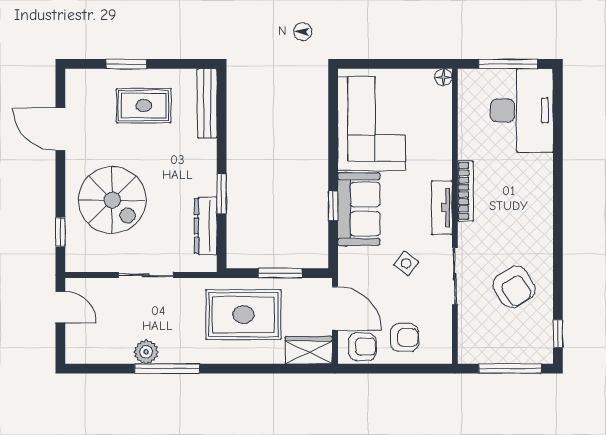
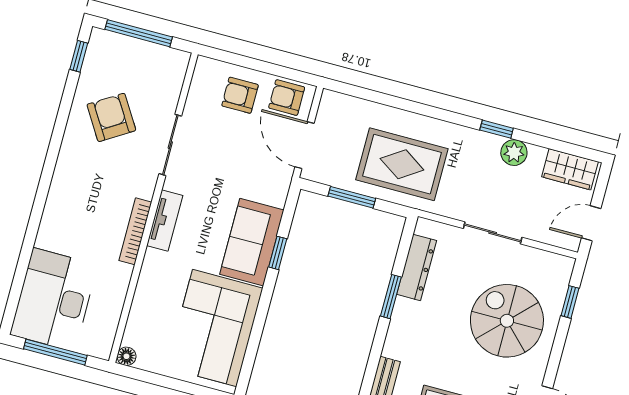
side table: (406, 263) -> (217, 172), removed
door: (60, 307) -> (591, 223), hinge flipped
wardrobe: (309, 350) -> (570, 169), moved
window: (167, 369) -> (497, 129), width x0.46

